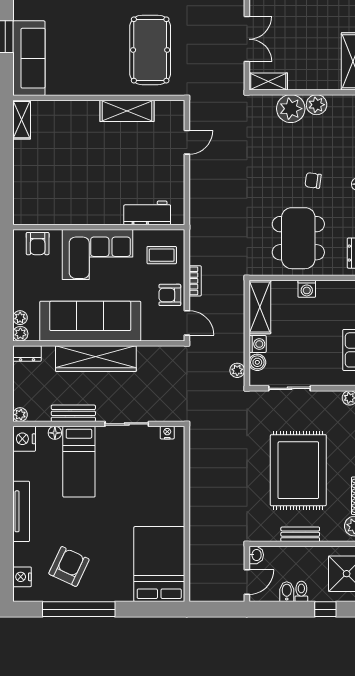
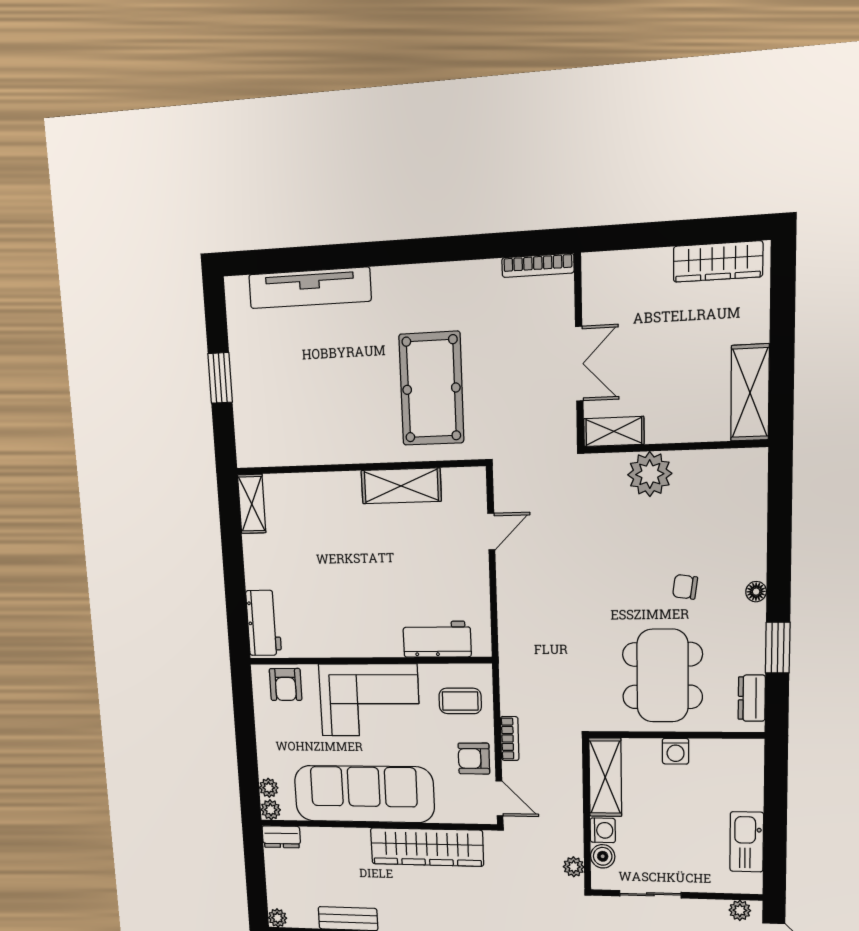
sofa: (29, 58) -> (256, 410), removed
plant: (317, 105) -> (691, 466), removed
workbench: (25, 201) -> (264, 623), added
wardrobe: (96, 359) -> (427, 847), moved

